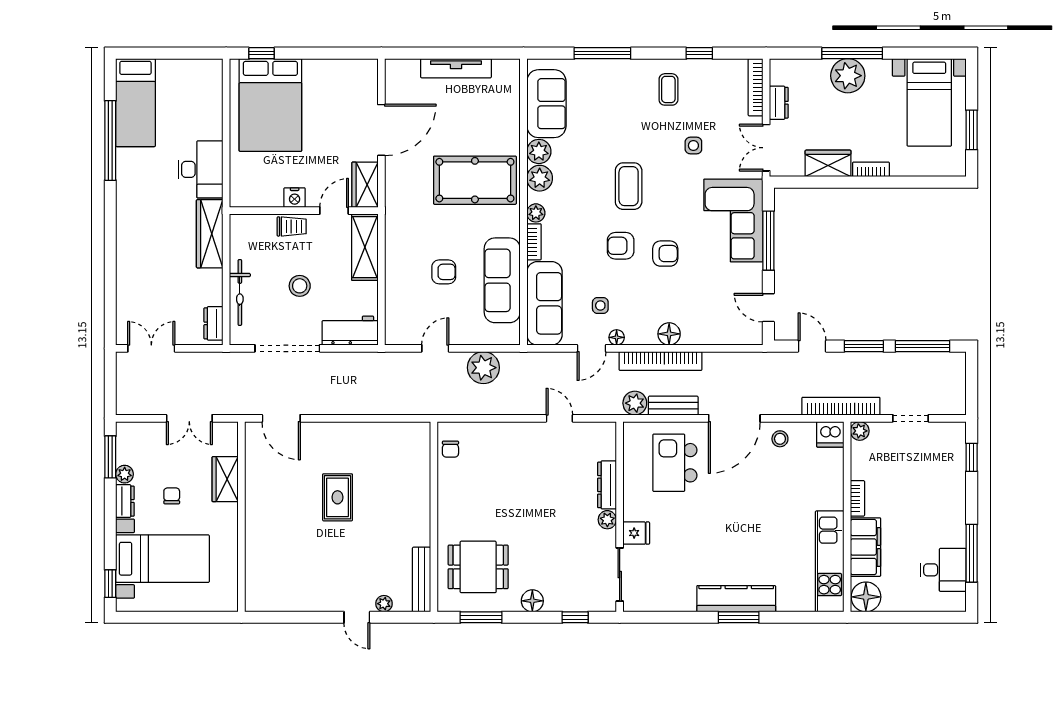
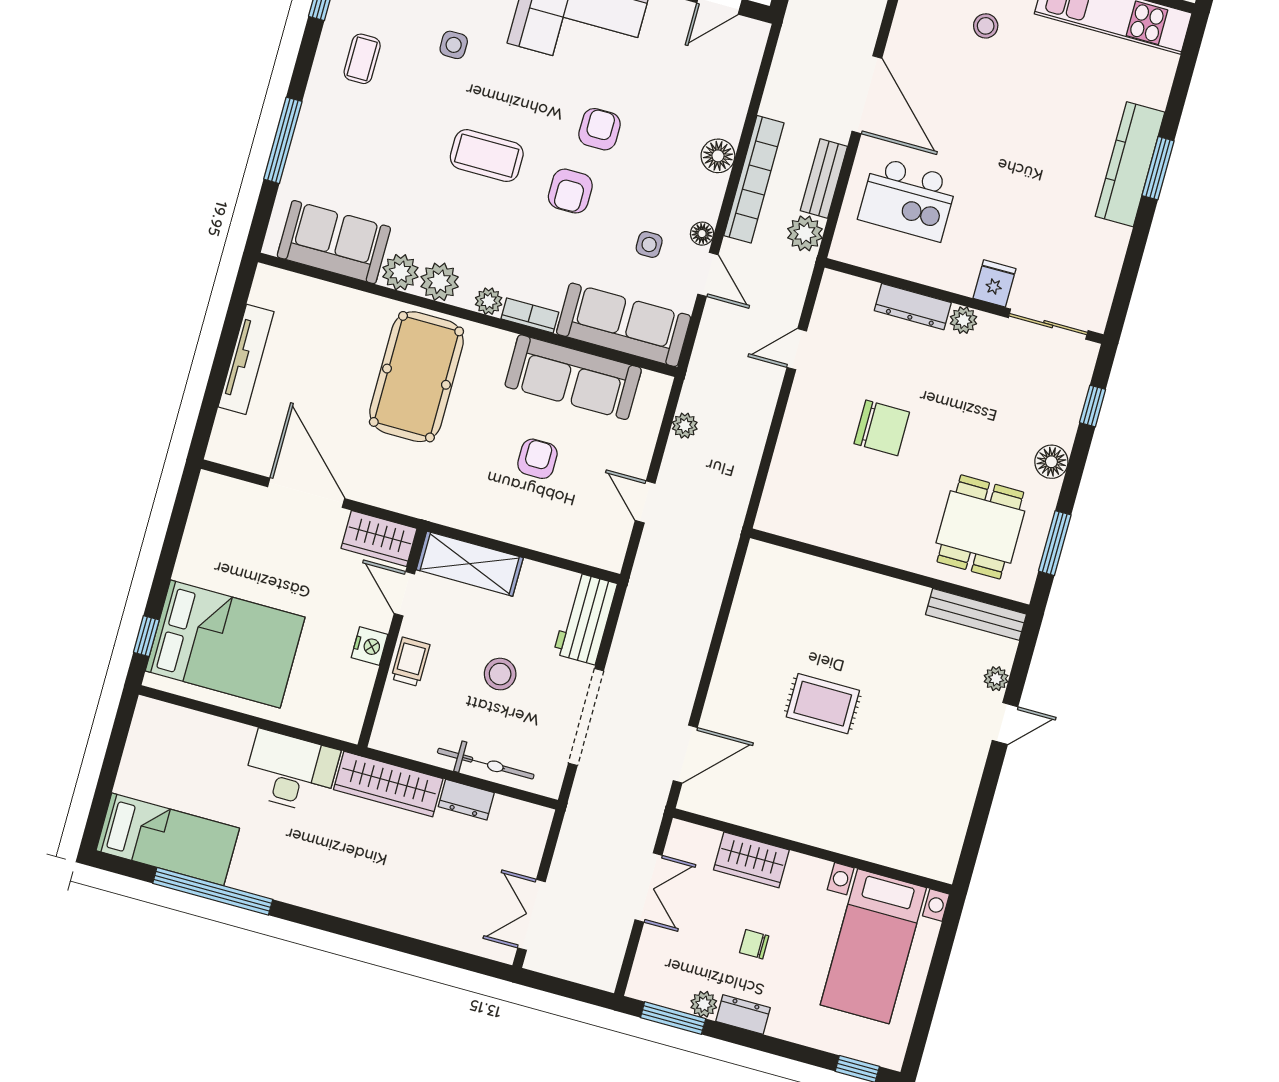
coffee table: (668, 89) -> (362, 59), turned 90
dresser: (213, 323) -> (466, 800), moved
plant: (483, 368) -> (685, 426), width x0.53, depth x0.53
stool: (780, 439) -> (986, 26), moved
chair: (450, 449) -> (882, 428), moved, width x1.87, depth x1.87
bed with nightstands: (162, 559) -> (873, 946), moved, turned 180

